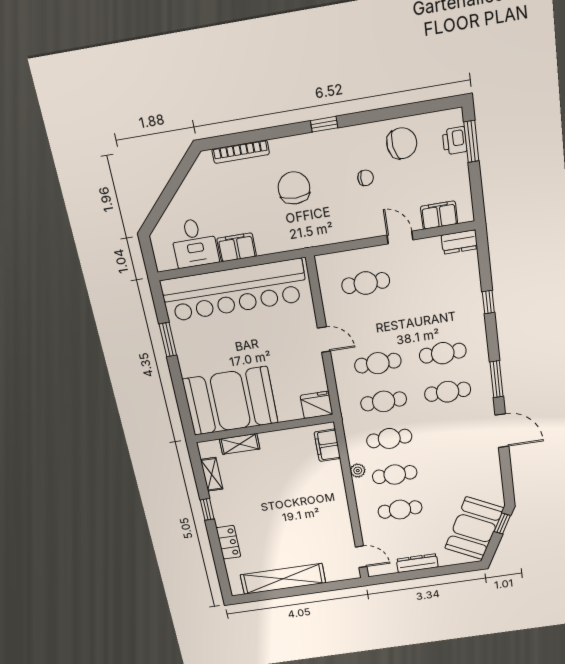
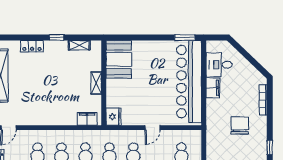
chair: (294, 188) -> (240, 125), turned -90
window: (168, 340) -> (185, 37), moved
booth: (230, 401) -> (119, 59), width x0.73, depth x0.70
shelving: (240, 444) -> (96, 83), moved
plant: (358, 471) -> (68, 135), removed

